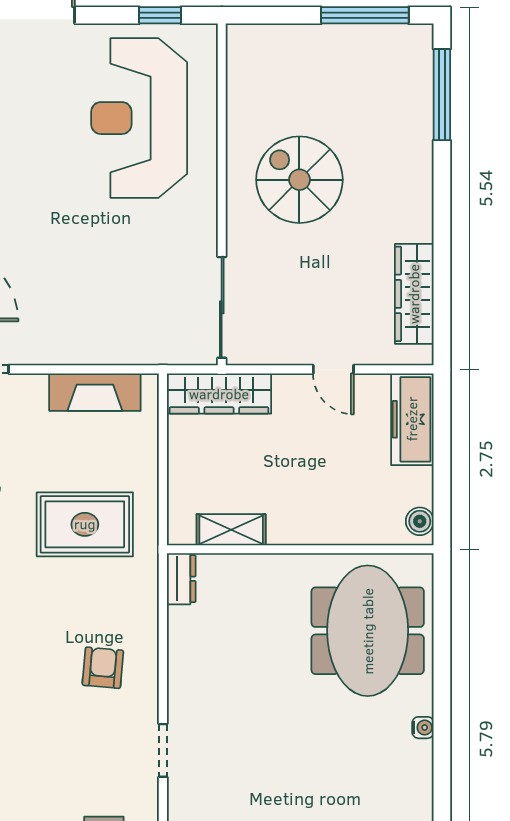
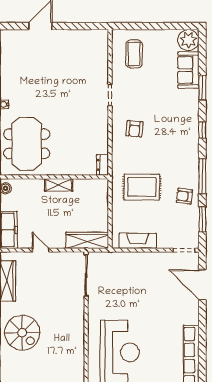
spiral stairs: (299, 180) -> (22, 333), moved
shelving: (231, 530) -> (59, 185), moved

